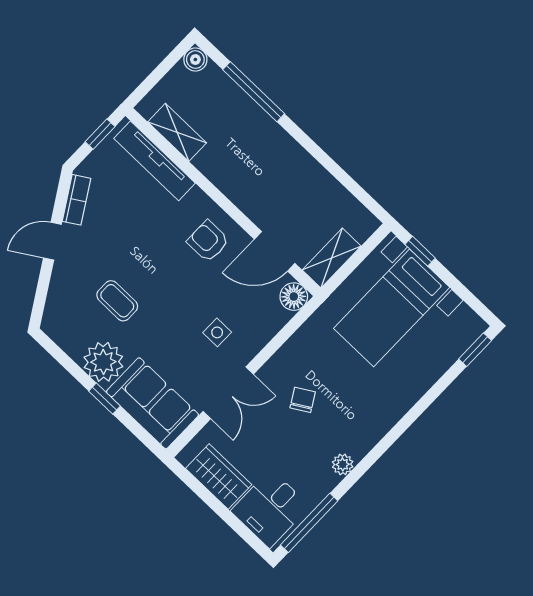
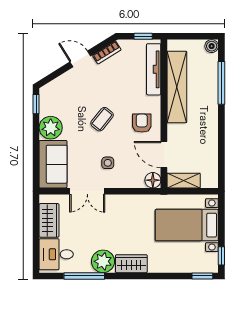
shelving: (177, 132) -> (177, 87), width x2.20, depth x1.33
window: (420, 251) -> (221, 256), moved
coffee table: (117, 301) -> (102, 119), moved, turned 39
window: (105, 399) -> (36, 104), moved
chair: (303, 400) -> (114, 225), removed
wardrobe: (373, 425) -> (131, 264), added
plant: (343, 464) -> (103, 261), width x1.88, depth x1.88
window: (309, 523) -> (84, 276), moved

